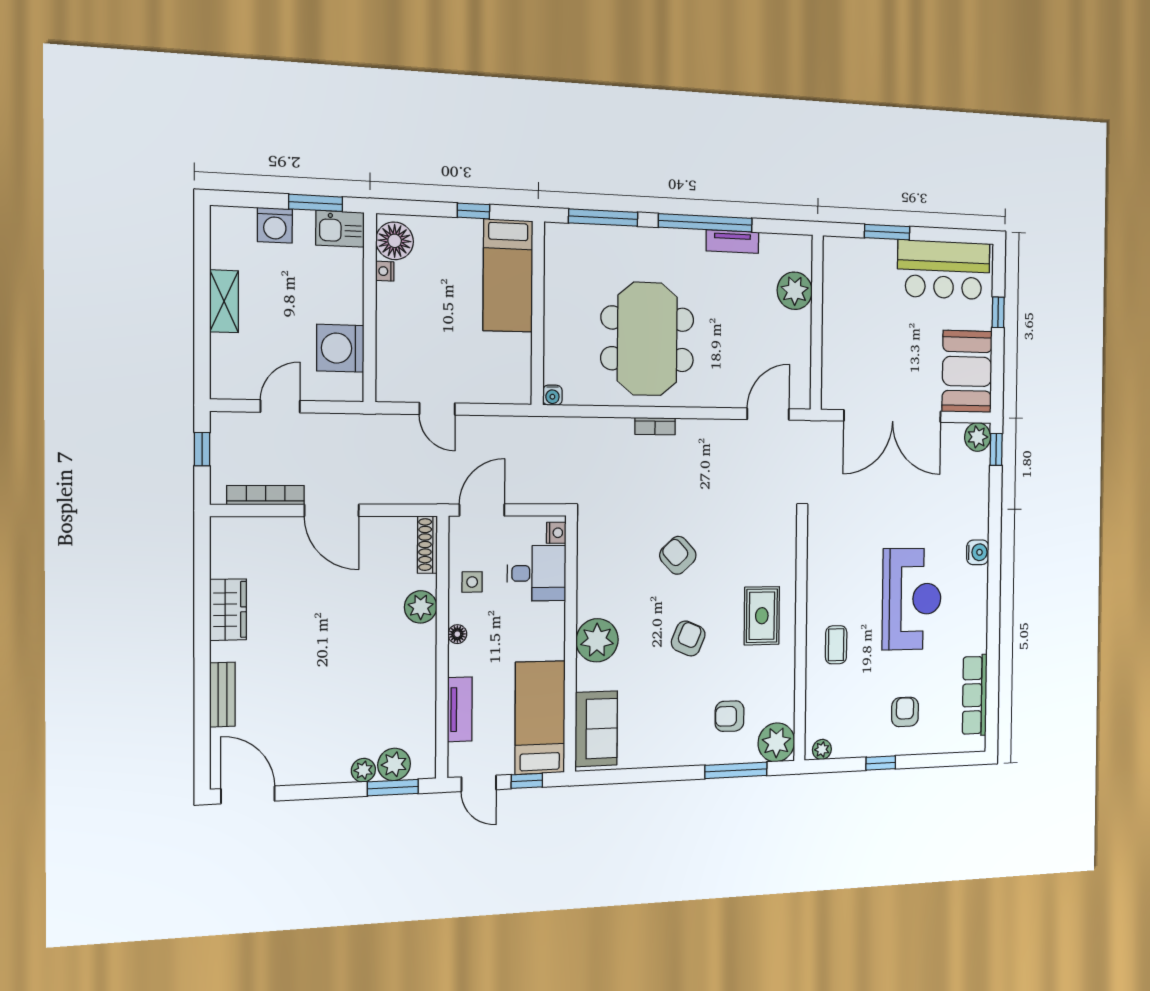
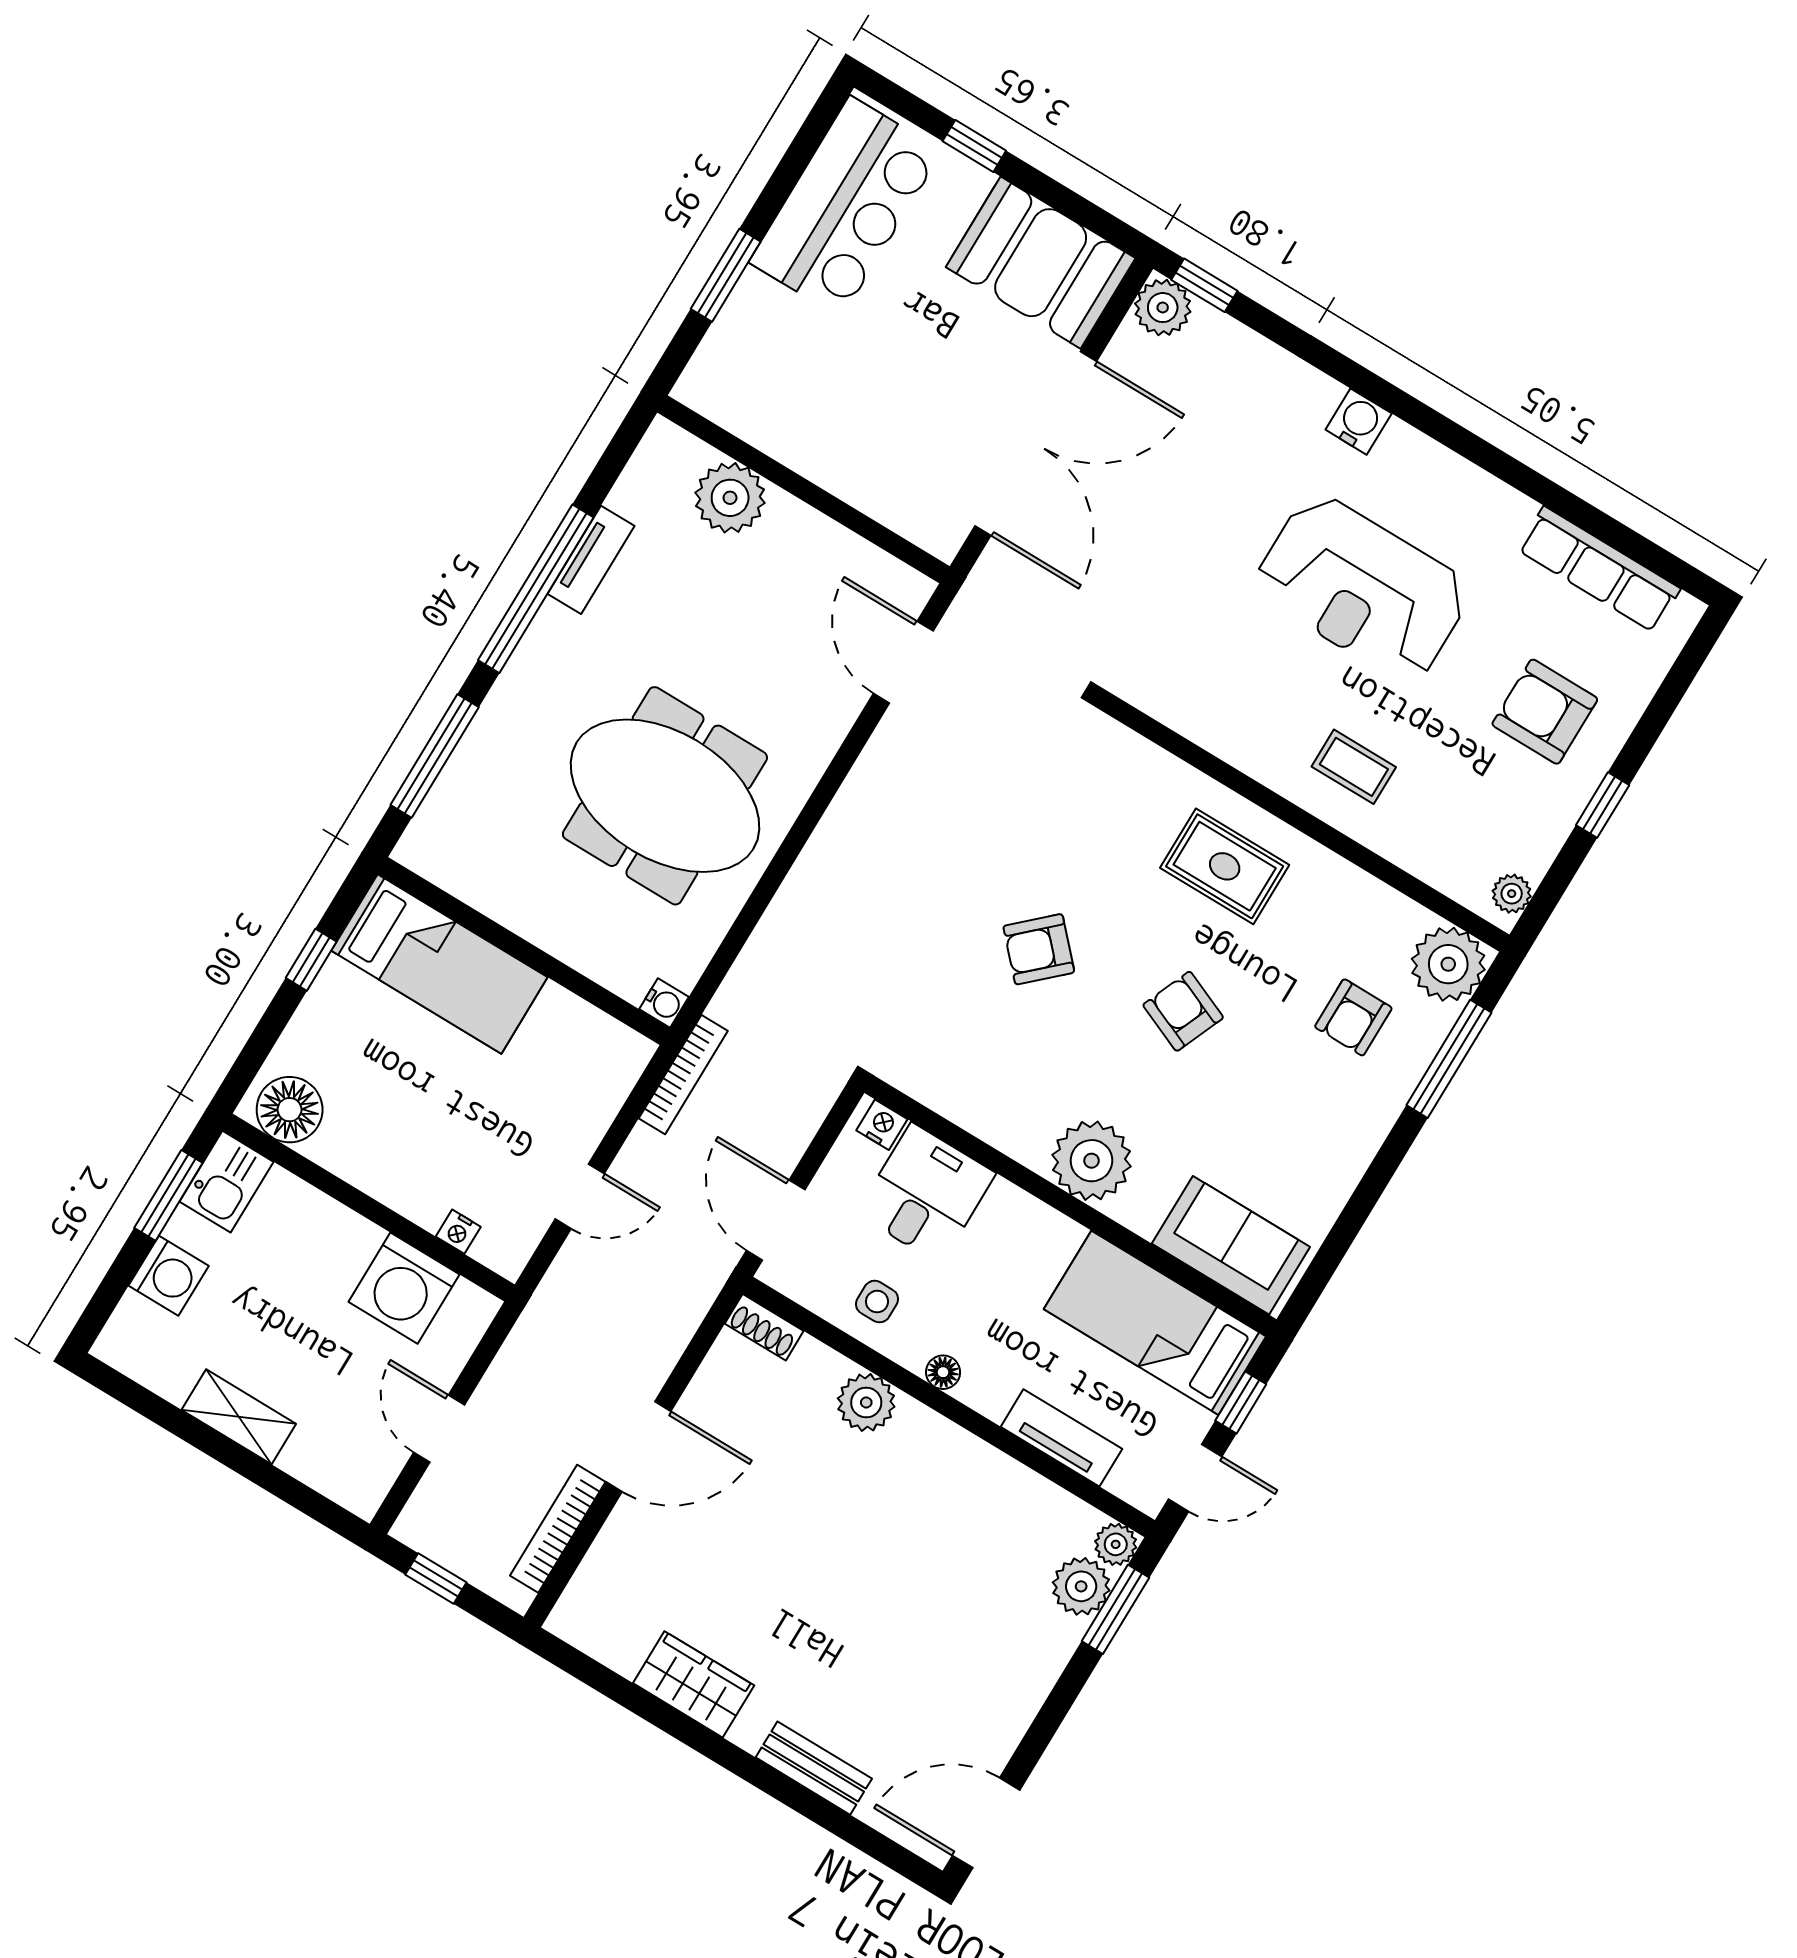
nightstand: (385, 271) -> (458, 1232), moved
bookcase: (655, 426) -> (683, 1075), moved, width x1.56
shoe rack: (427, 545) -> (764, 1327), width x0.70
reception desk: (912, 599) -> (1362, 588), turned 180
armchair: (905, 712) -> (1545, 712), width x1.38, depth x1.38
plant: (363, 770) -> (1116, 1544), moved

